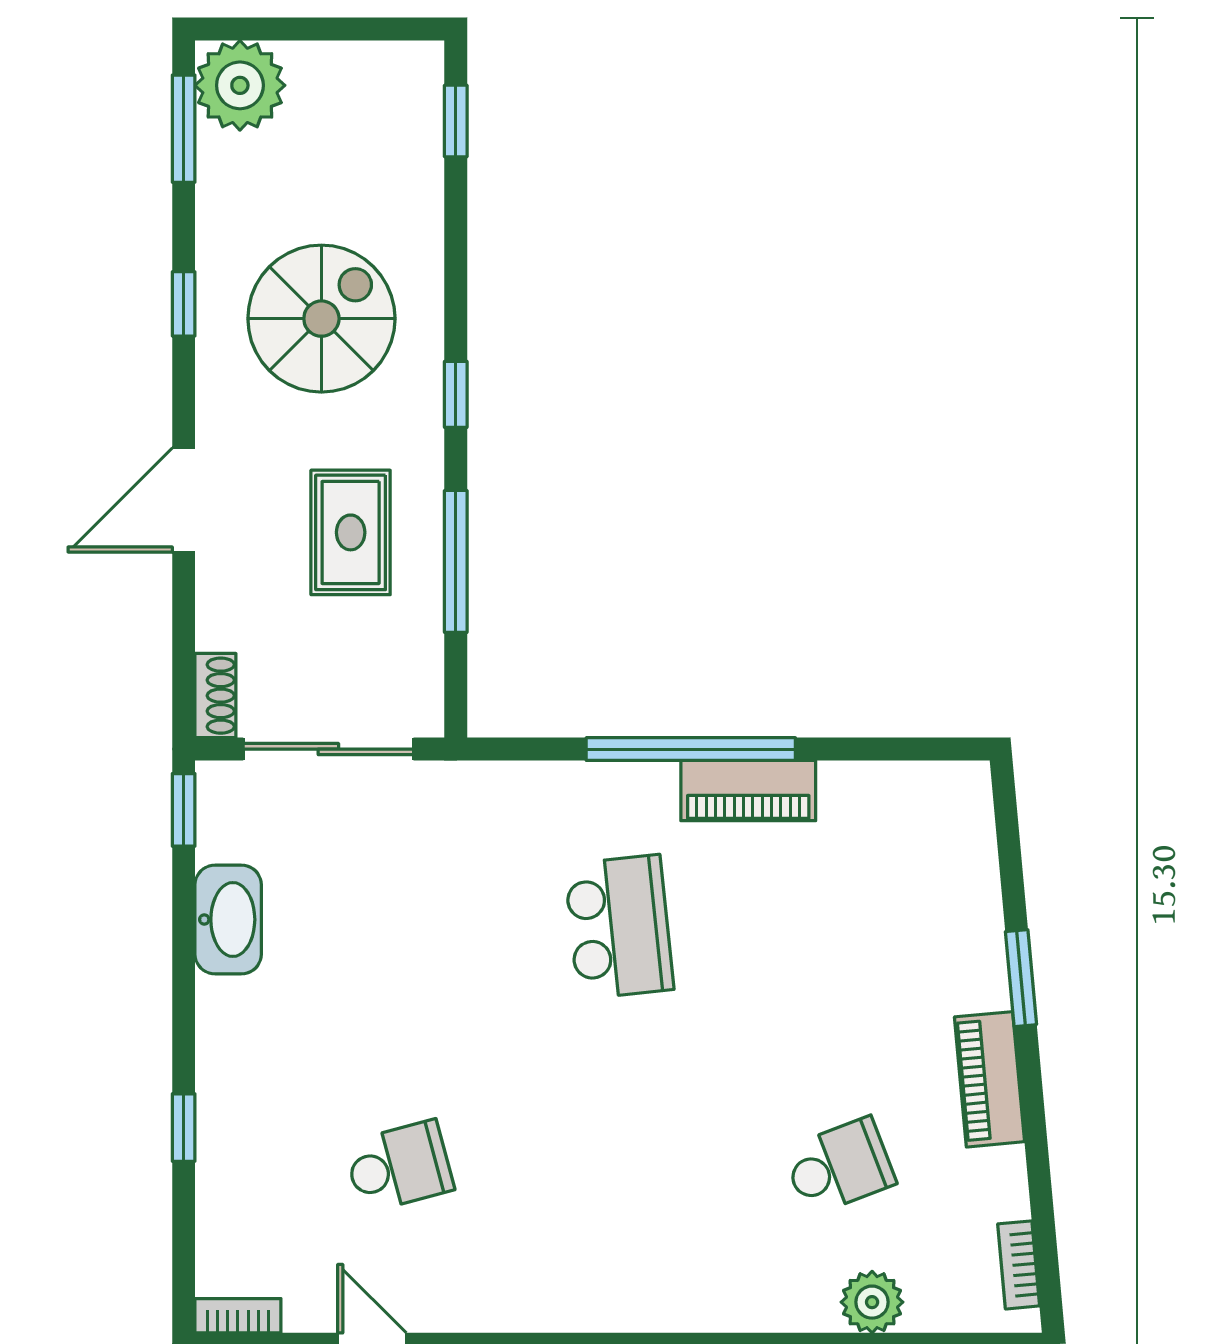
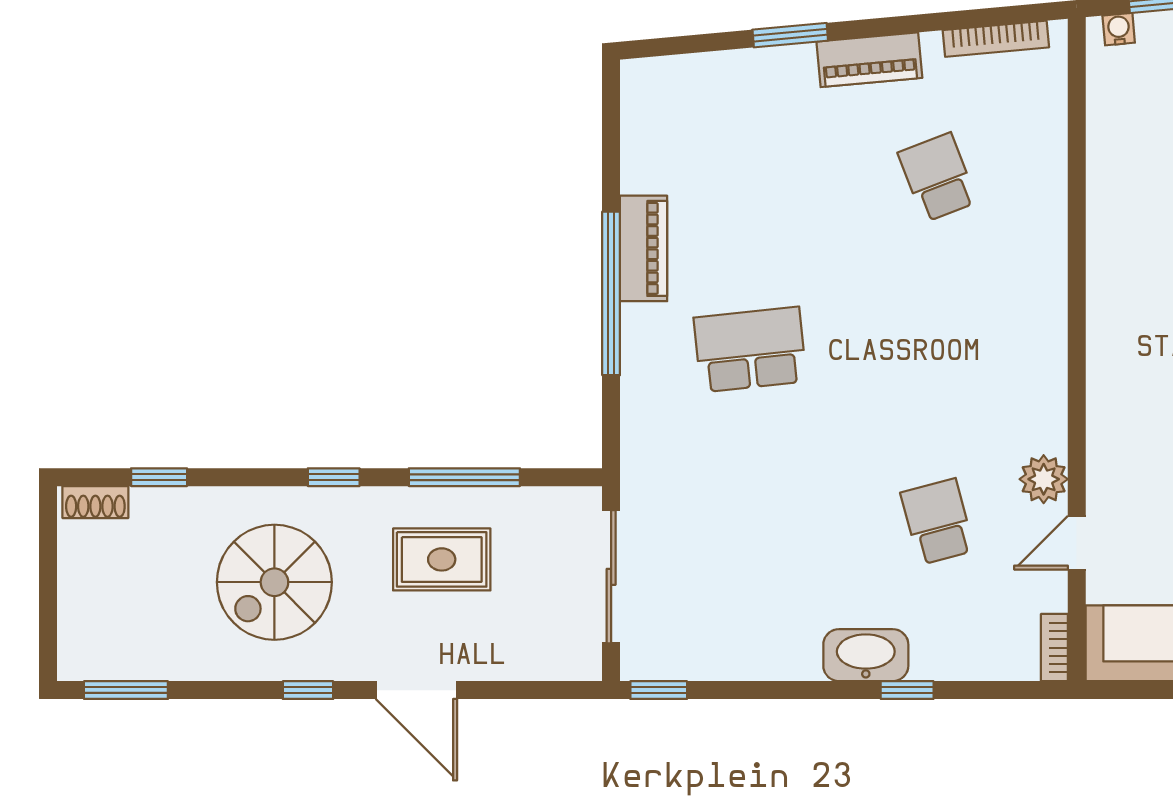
plant: (240, 85) -> (92, 646), removed
window: (456, 121) -> (159, 477), moved
window: (184, 304) -> (308, 690), moved
spiral stairs: (321, 319) -> (274, 582), turned -90
shoe rack: (215, 696) -> (95, 502), moved, turned 180
washbasin: (228, 920) -> (866, 655), moved
bookcase: (1019, 1265) -> (996, 39), width x1.56
plant: (872, 1302) -> (1044, 479), moved

